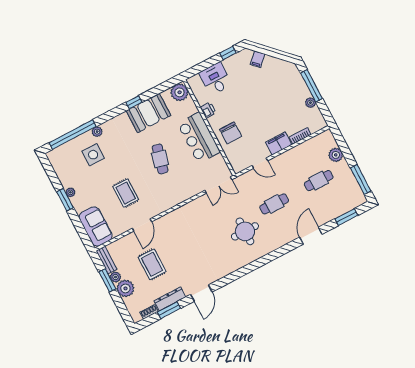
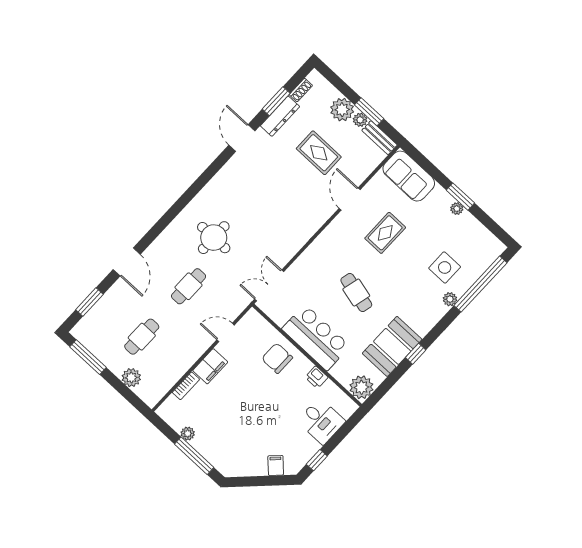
rug: (126, 193) -> (385, 233), turned 90

